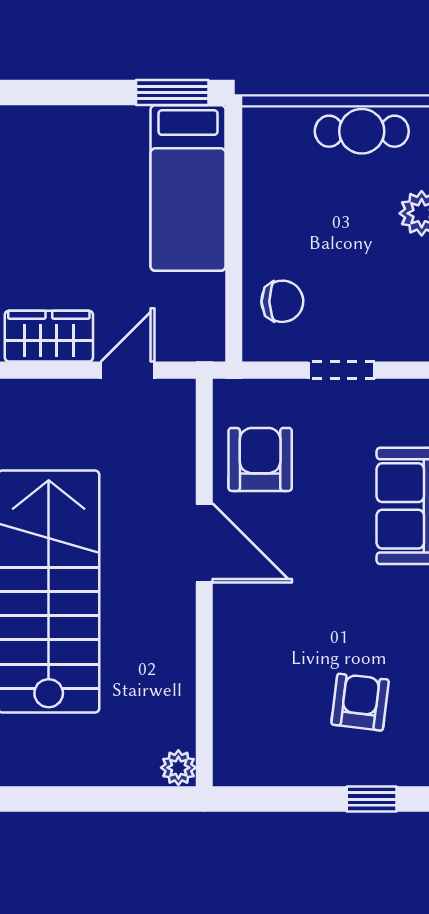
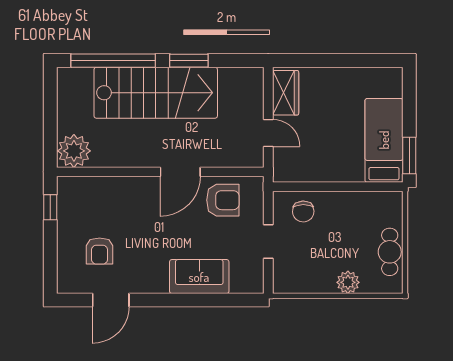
bed: (188, 188) -> (384, 140), moved, turned 90
armchair: (360, 702) -> (100, 251), turned 83
plant: (178, 768) -> (74, 151), width x1.88, depth x1.88
window: (372, 799) -> (50, 207), moved

